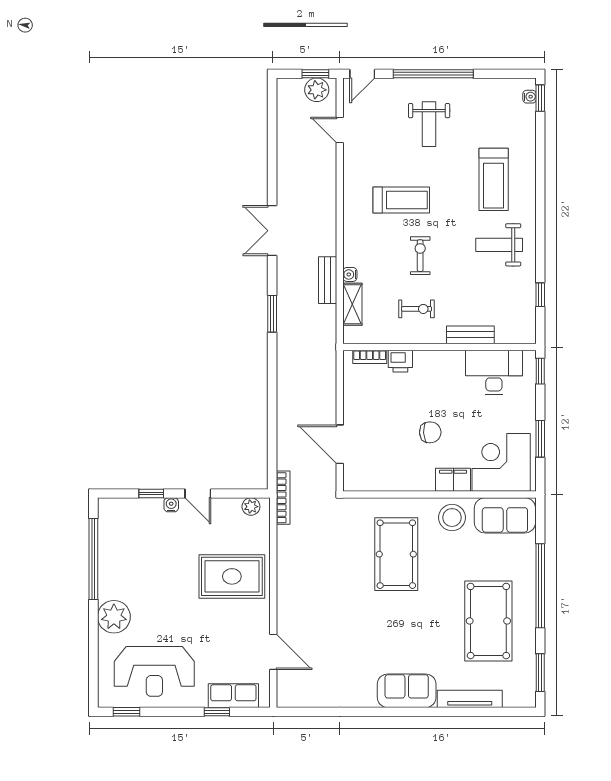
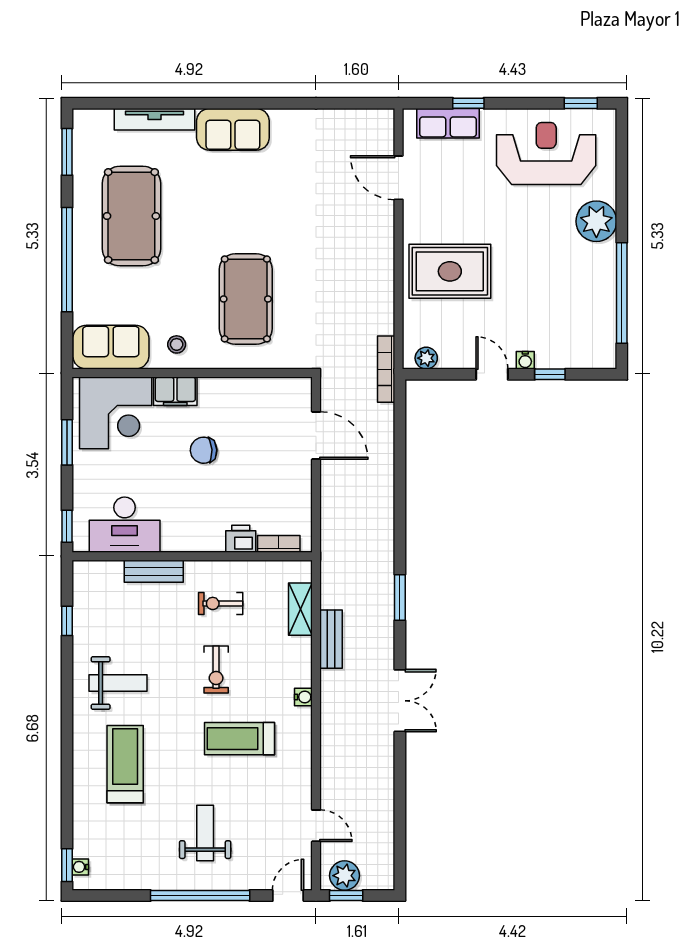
water cooler: (350, 274) -> (303, 697), moved
stool: (452, 518) -> (177, 344), width x0.53, depth x0.53

